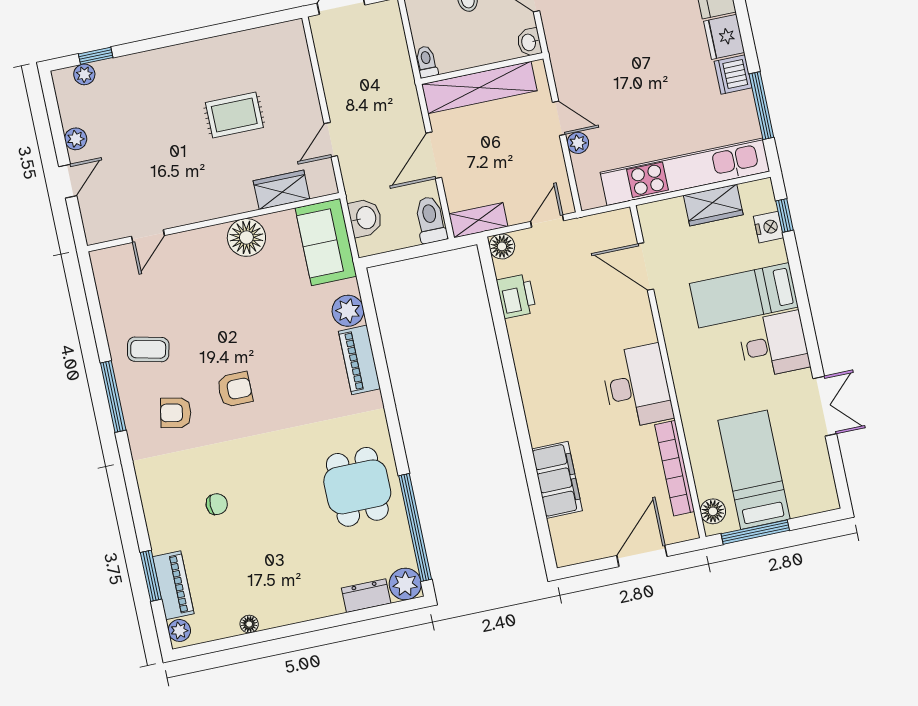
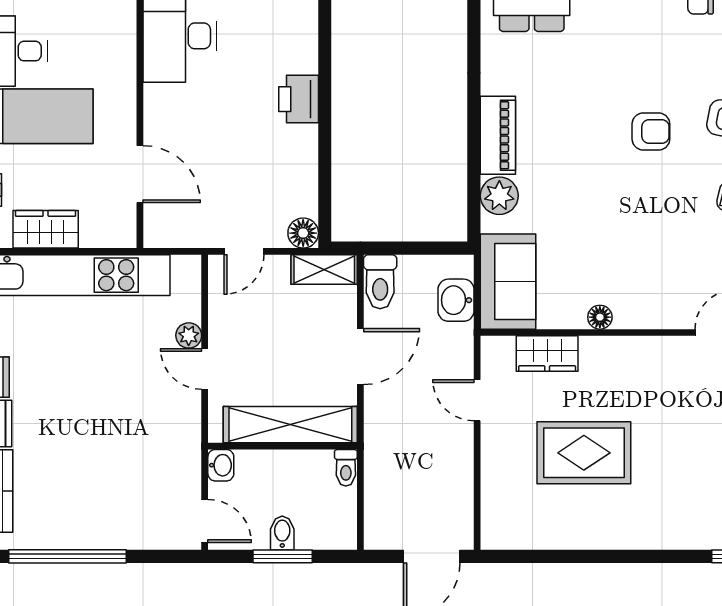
rug: (234, 115) -> (584, 453), width x1.36, depth x1.43
door: (331, 140) -> (477, 400), swing flipped
floor lamp: (246, 237) -> (600, 317), width x0.53, depth x0.53
printer: (516, 296) -> (299, 99), moved
armchair: (235, 389) -> (651, 132), turned 180

